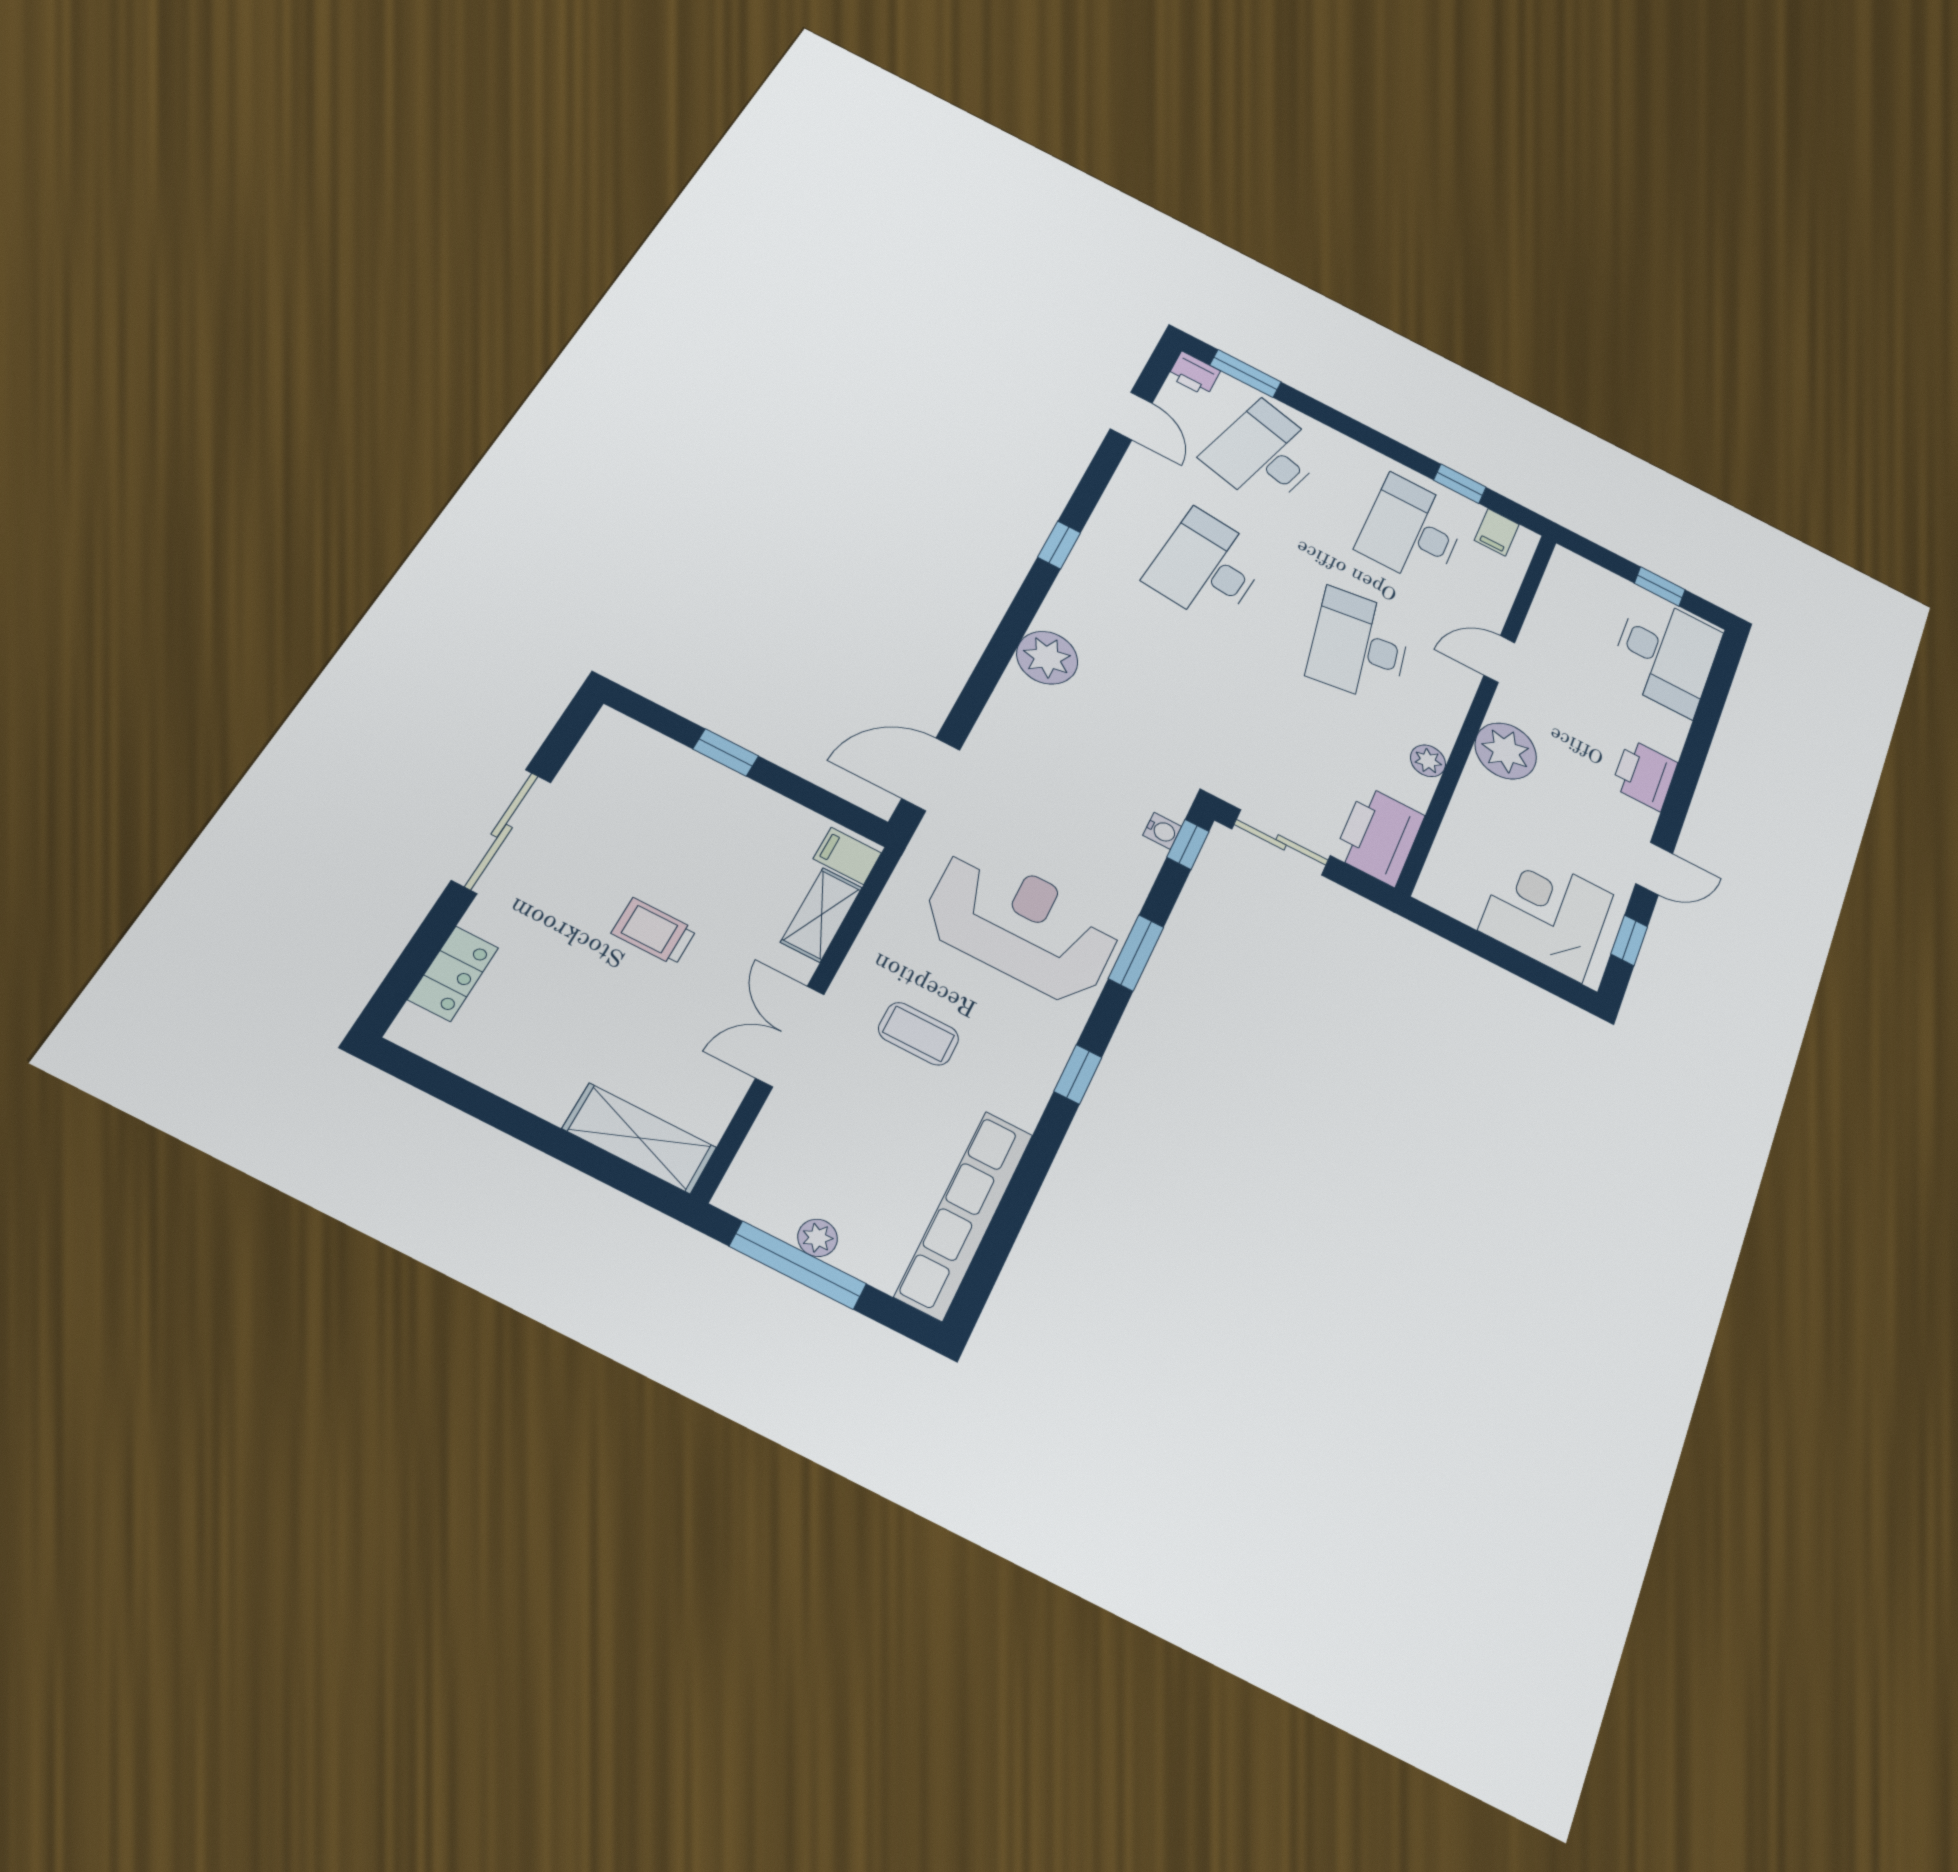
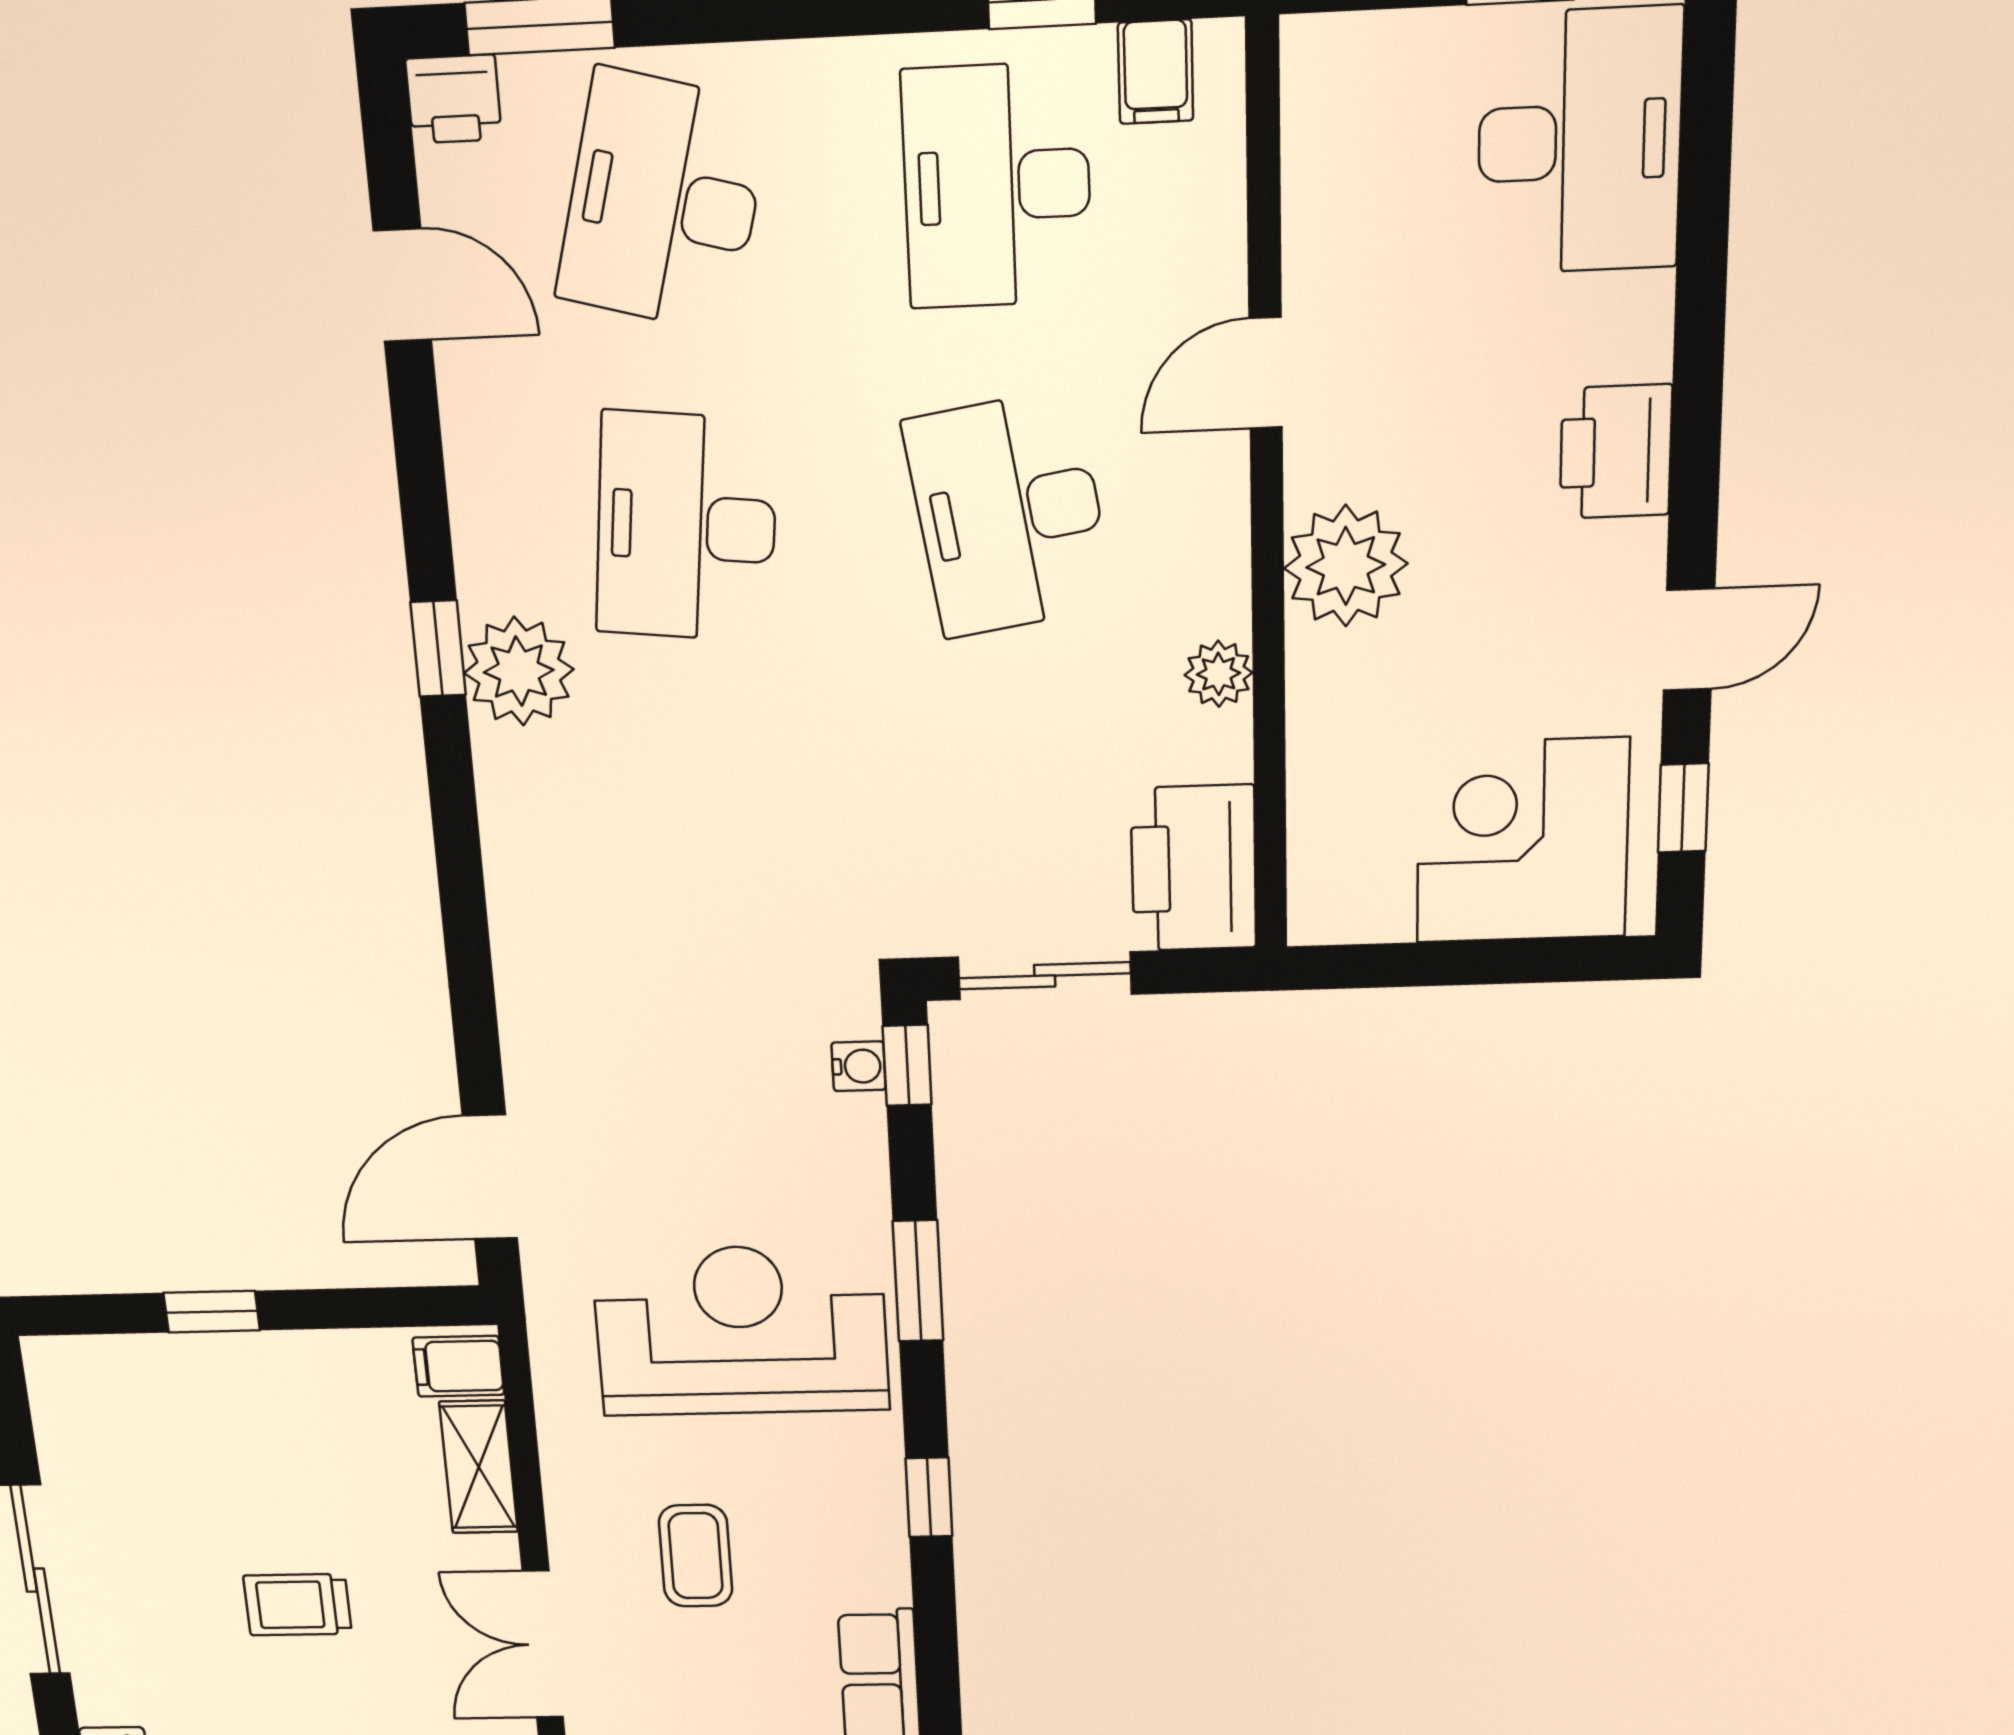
plant: (1047, 658) -> (519, 671), moved
coffee table: (919, 1034) -> (696, 1556), turned 90

